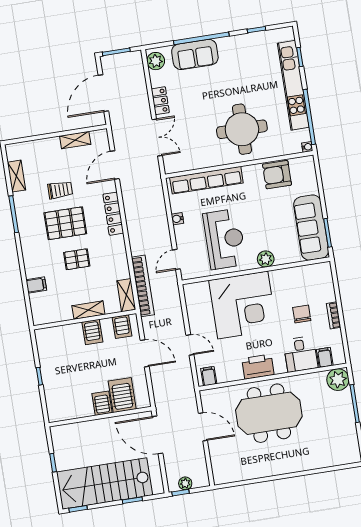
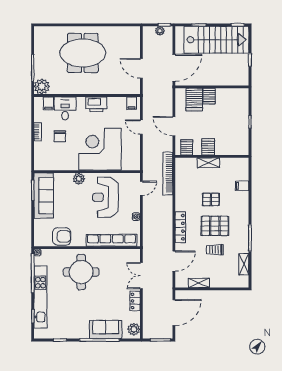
shelving: (126, 295) -> (180, 169), removed
meeting table: (269, 413) -> (83, 53), moved
door: (158, 435) -> (174, 68), hinge flipped

